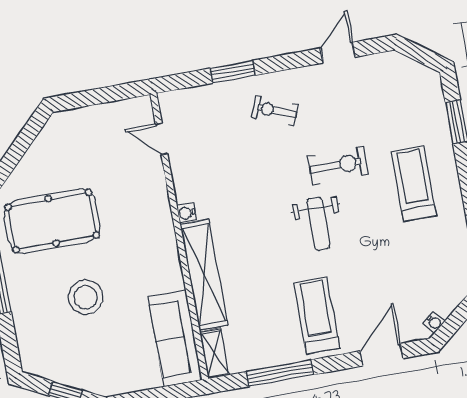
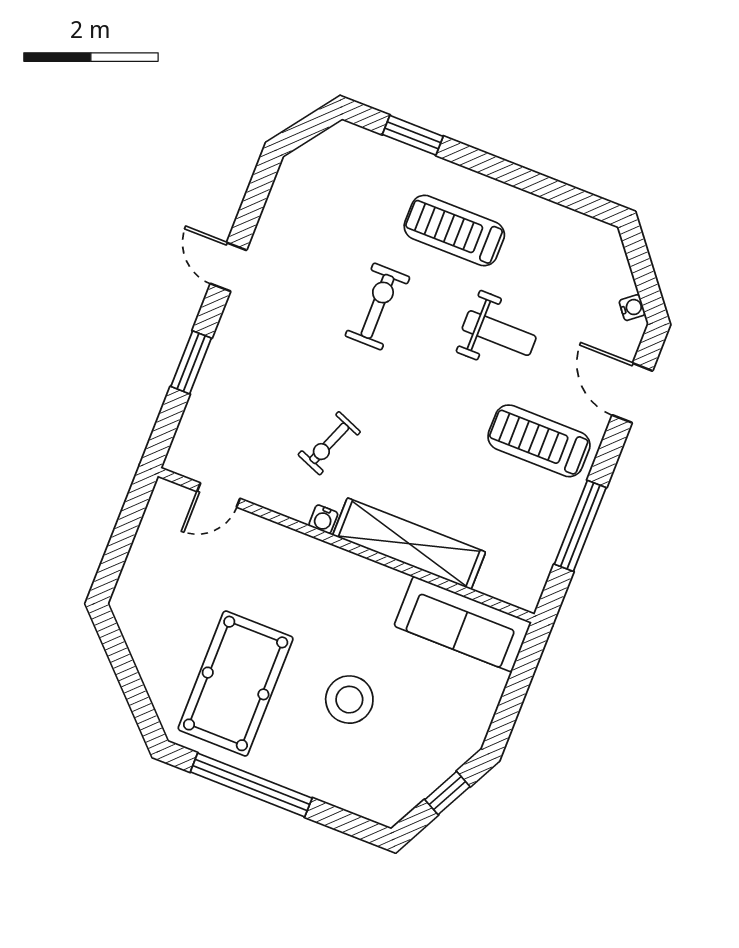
door: (338, 53) -> (229, 267), moved
exercise bike: (275, 111) -> (329, 443), moved
weight bench: (318, 224) -> (499, 333), moved
shelving: (214, 353) -> (509, 589), removed

